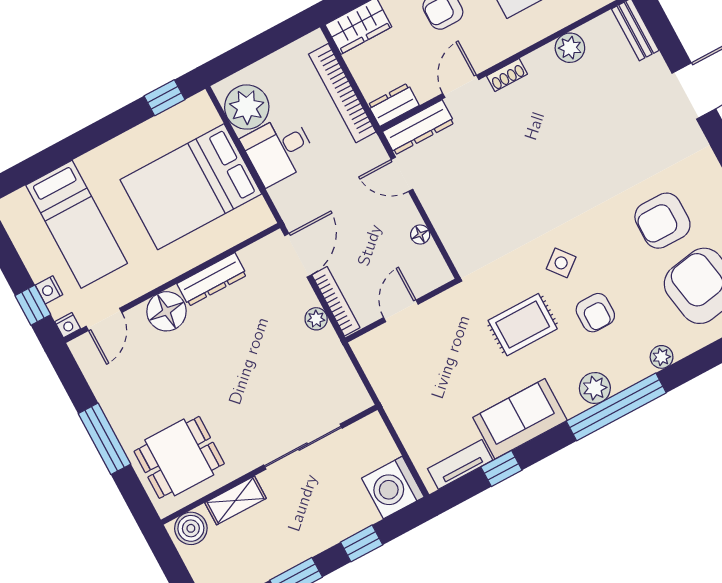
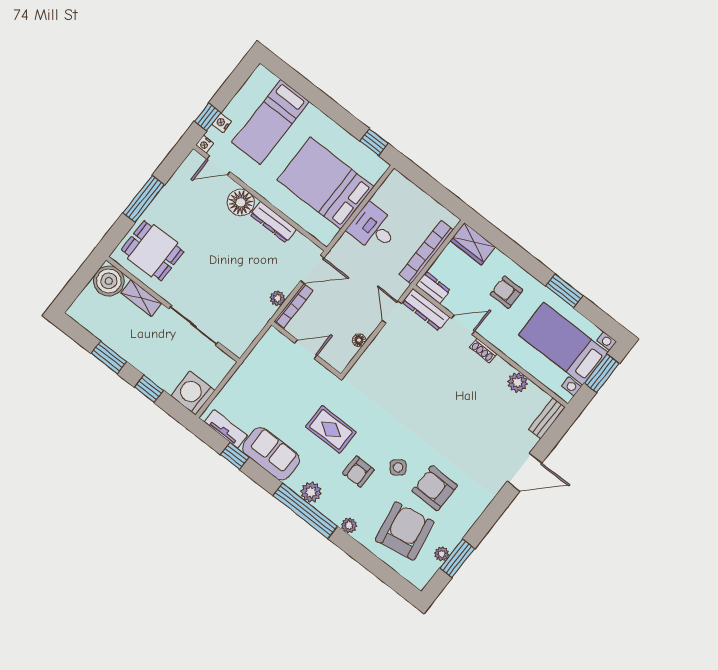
plant: (247, 107) -> (391, 196), removed
side table: (561, 263) -> (398, 467), moved
boiler: (191, 528) -> (109, 281), width x1.37, depth x1.37

